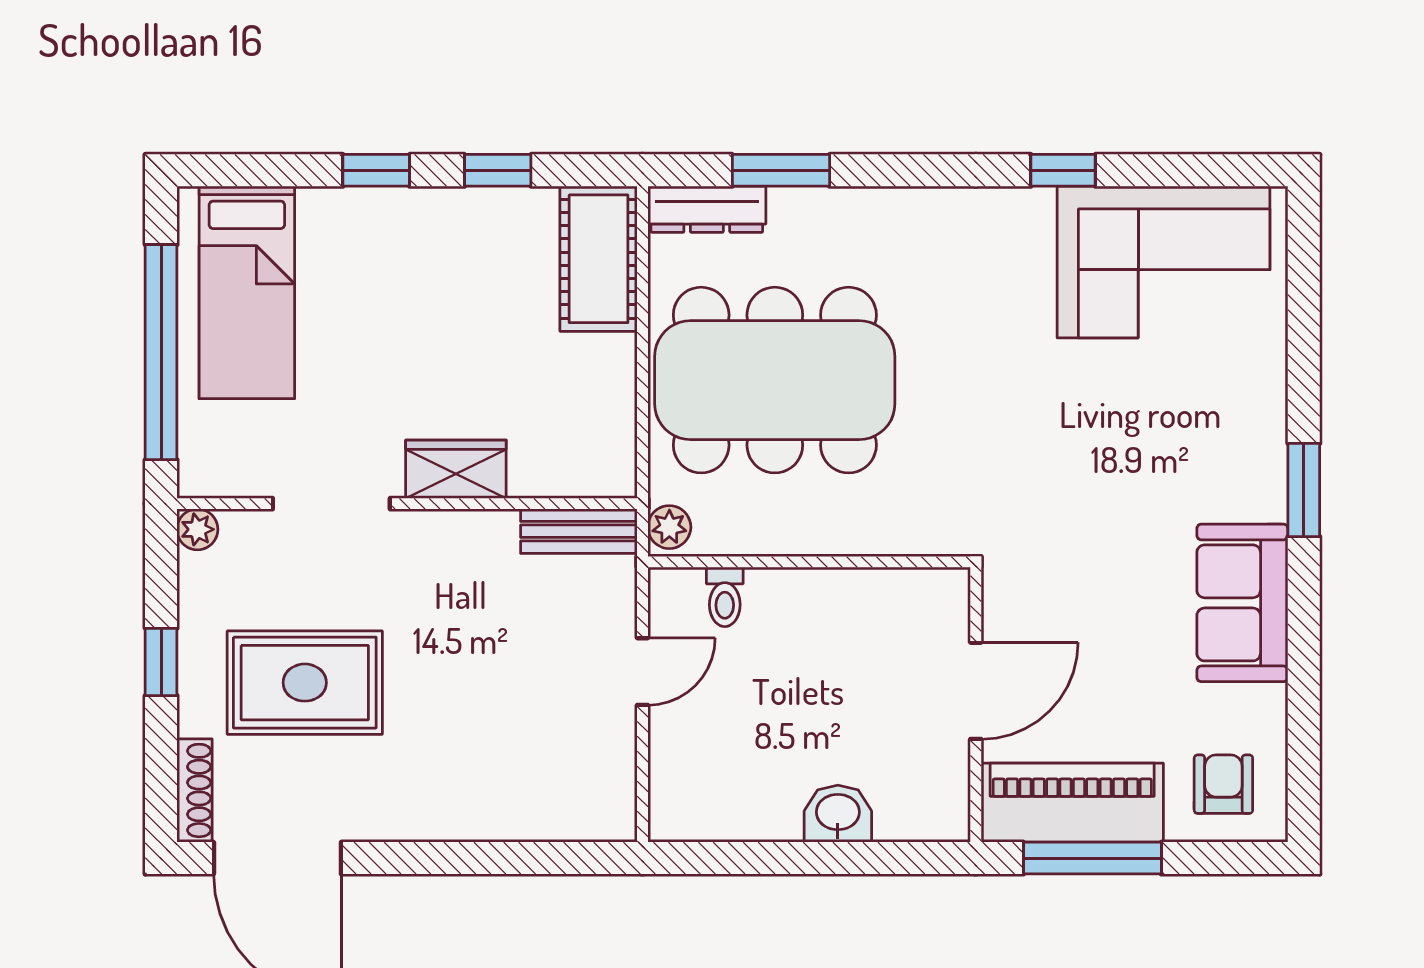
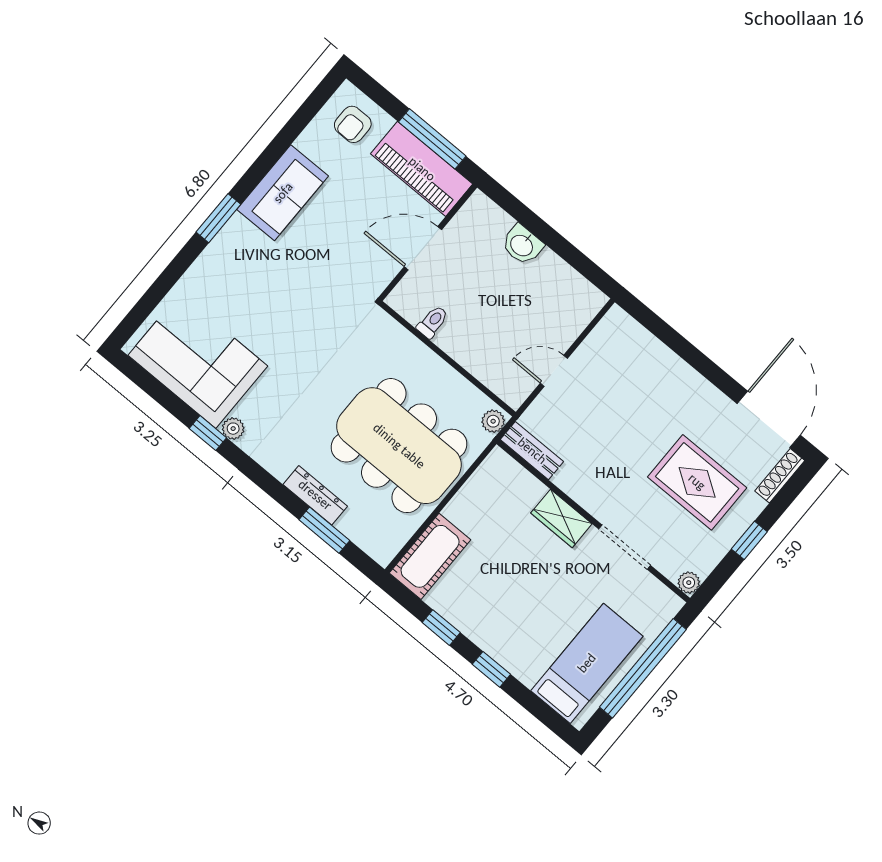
plant: (1032, 207) -> (233, 429), added
dresser: (707, 209) -> (315, 495), moved
toilet: (725, 597) -> (433, 322), moved

